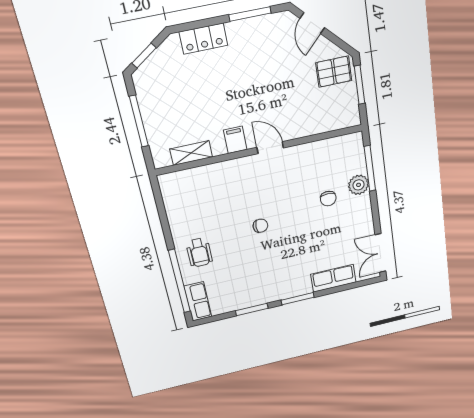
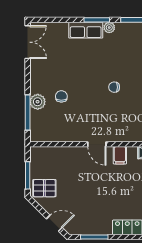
door: (312, 23) -> (54, 223), hinge flipped
row of seats: (333, 278) -> (86, 30), moved
plant: (280, 294) -> (109, 28), added

